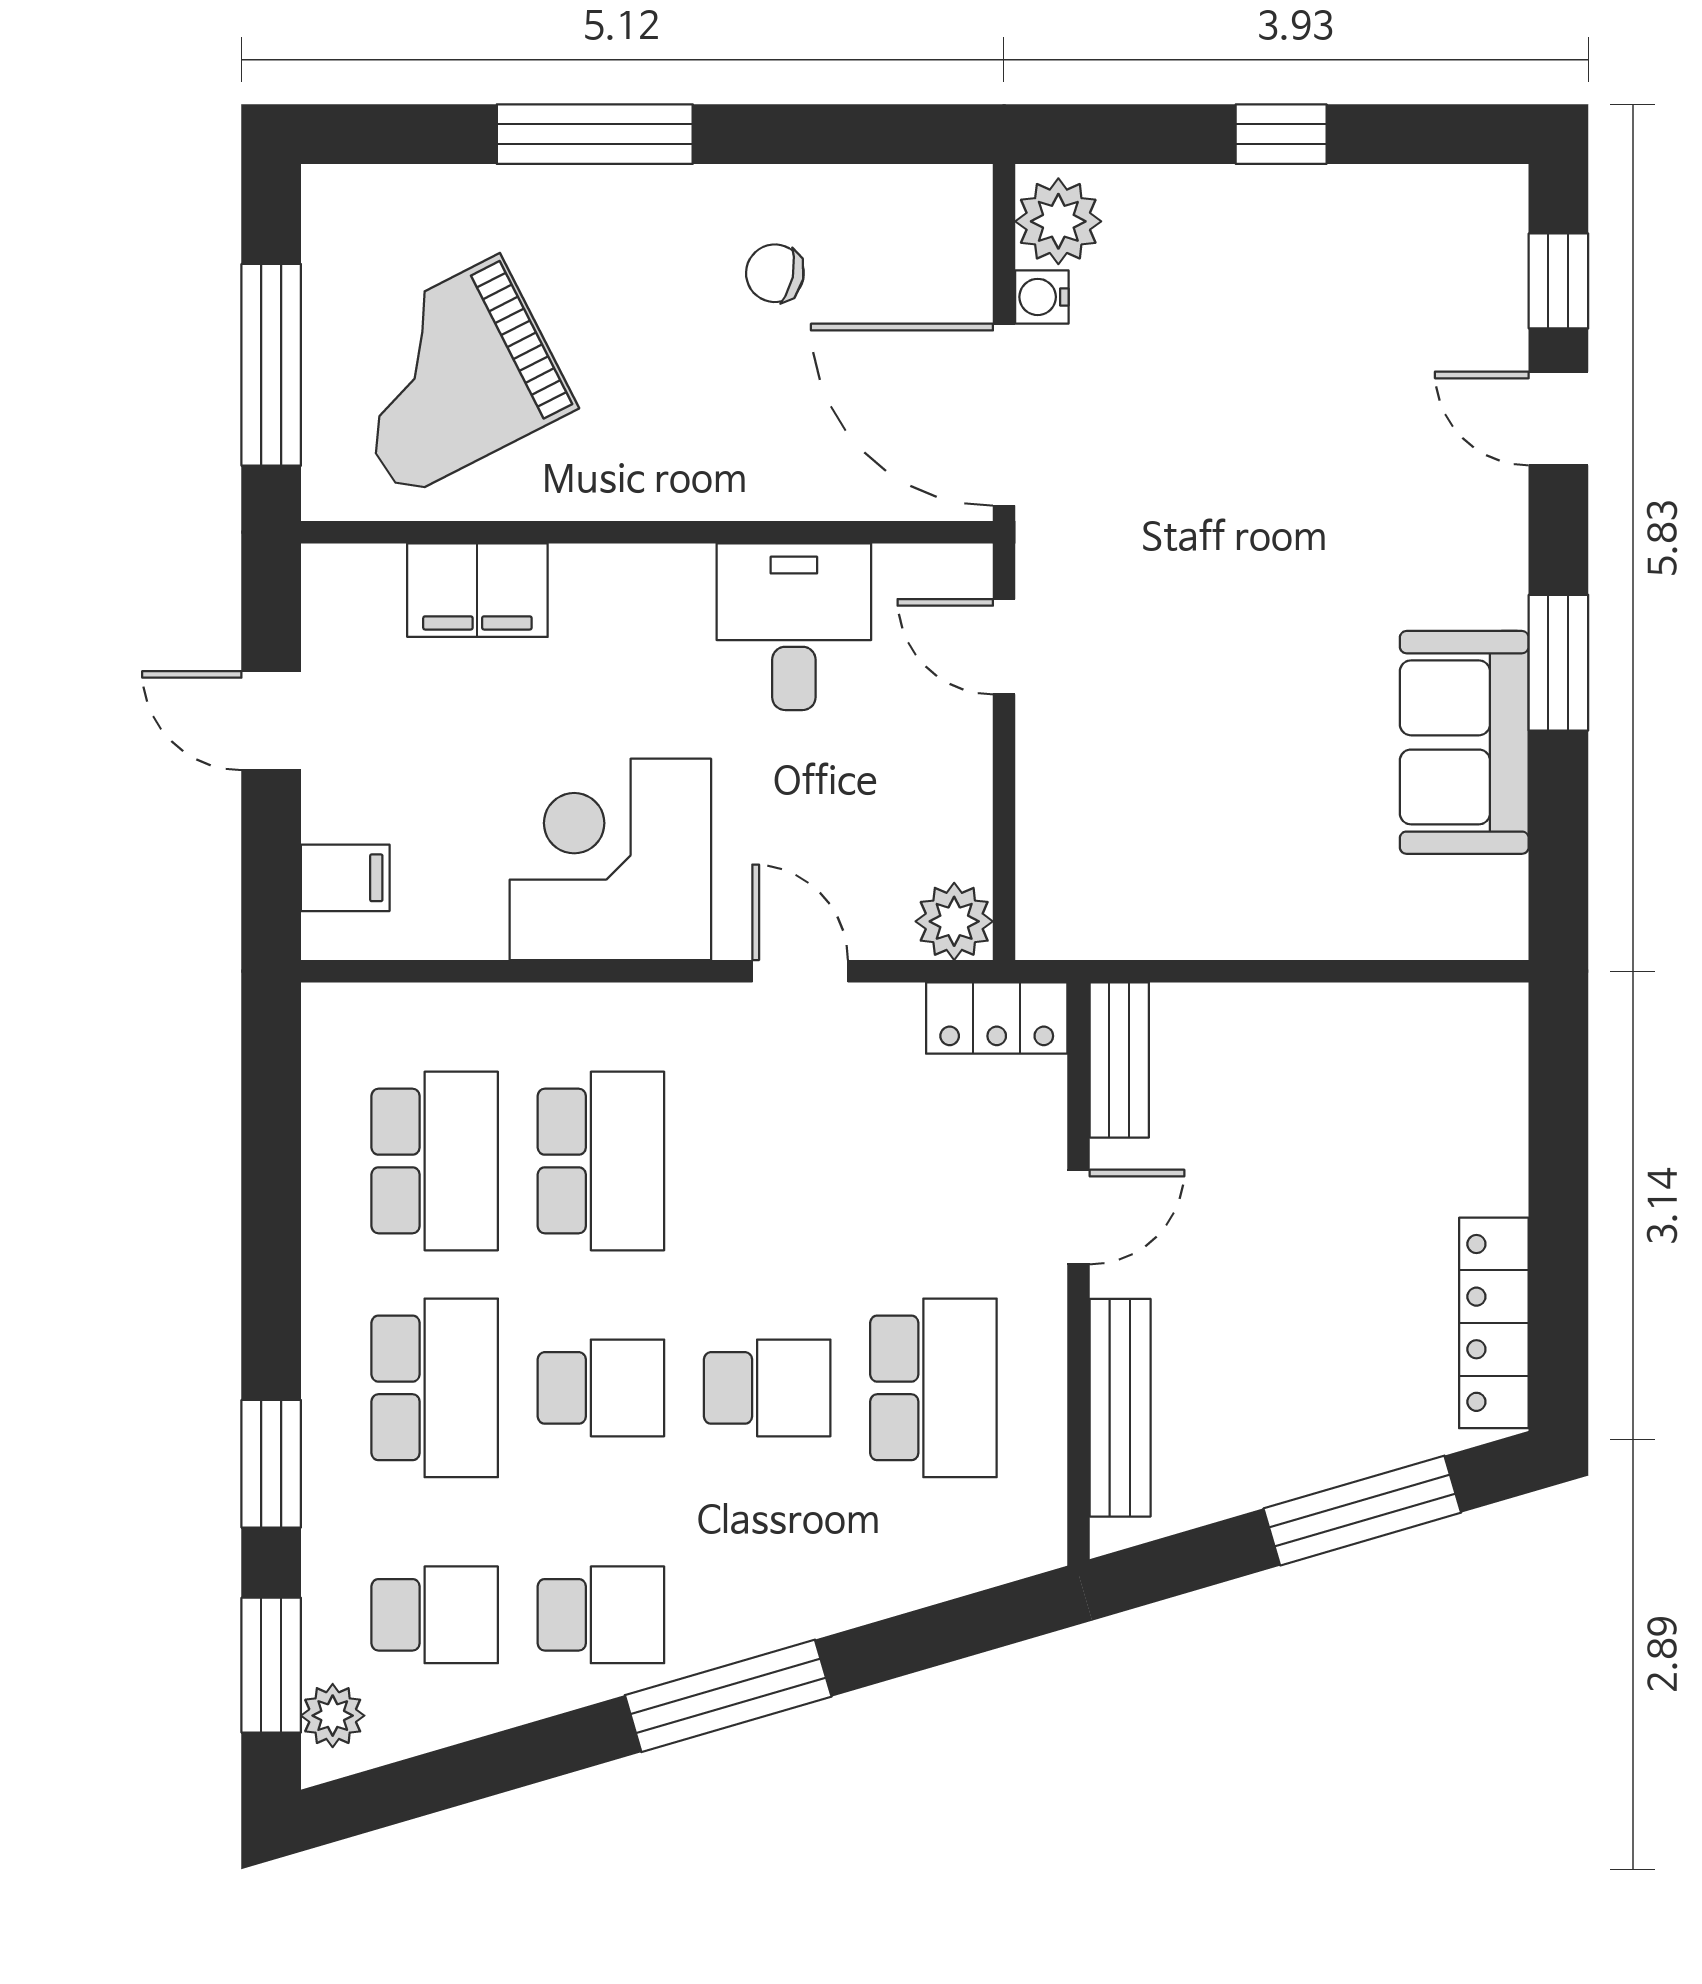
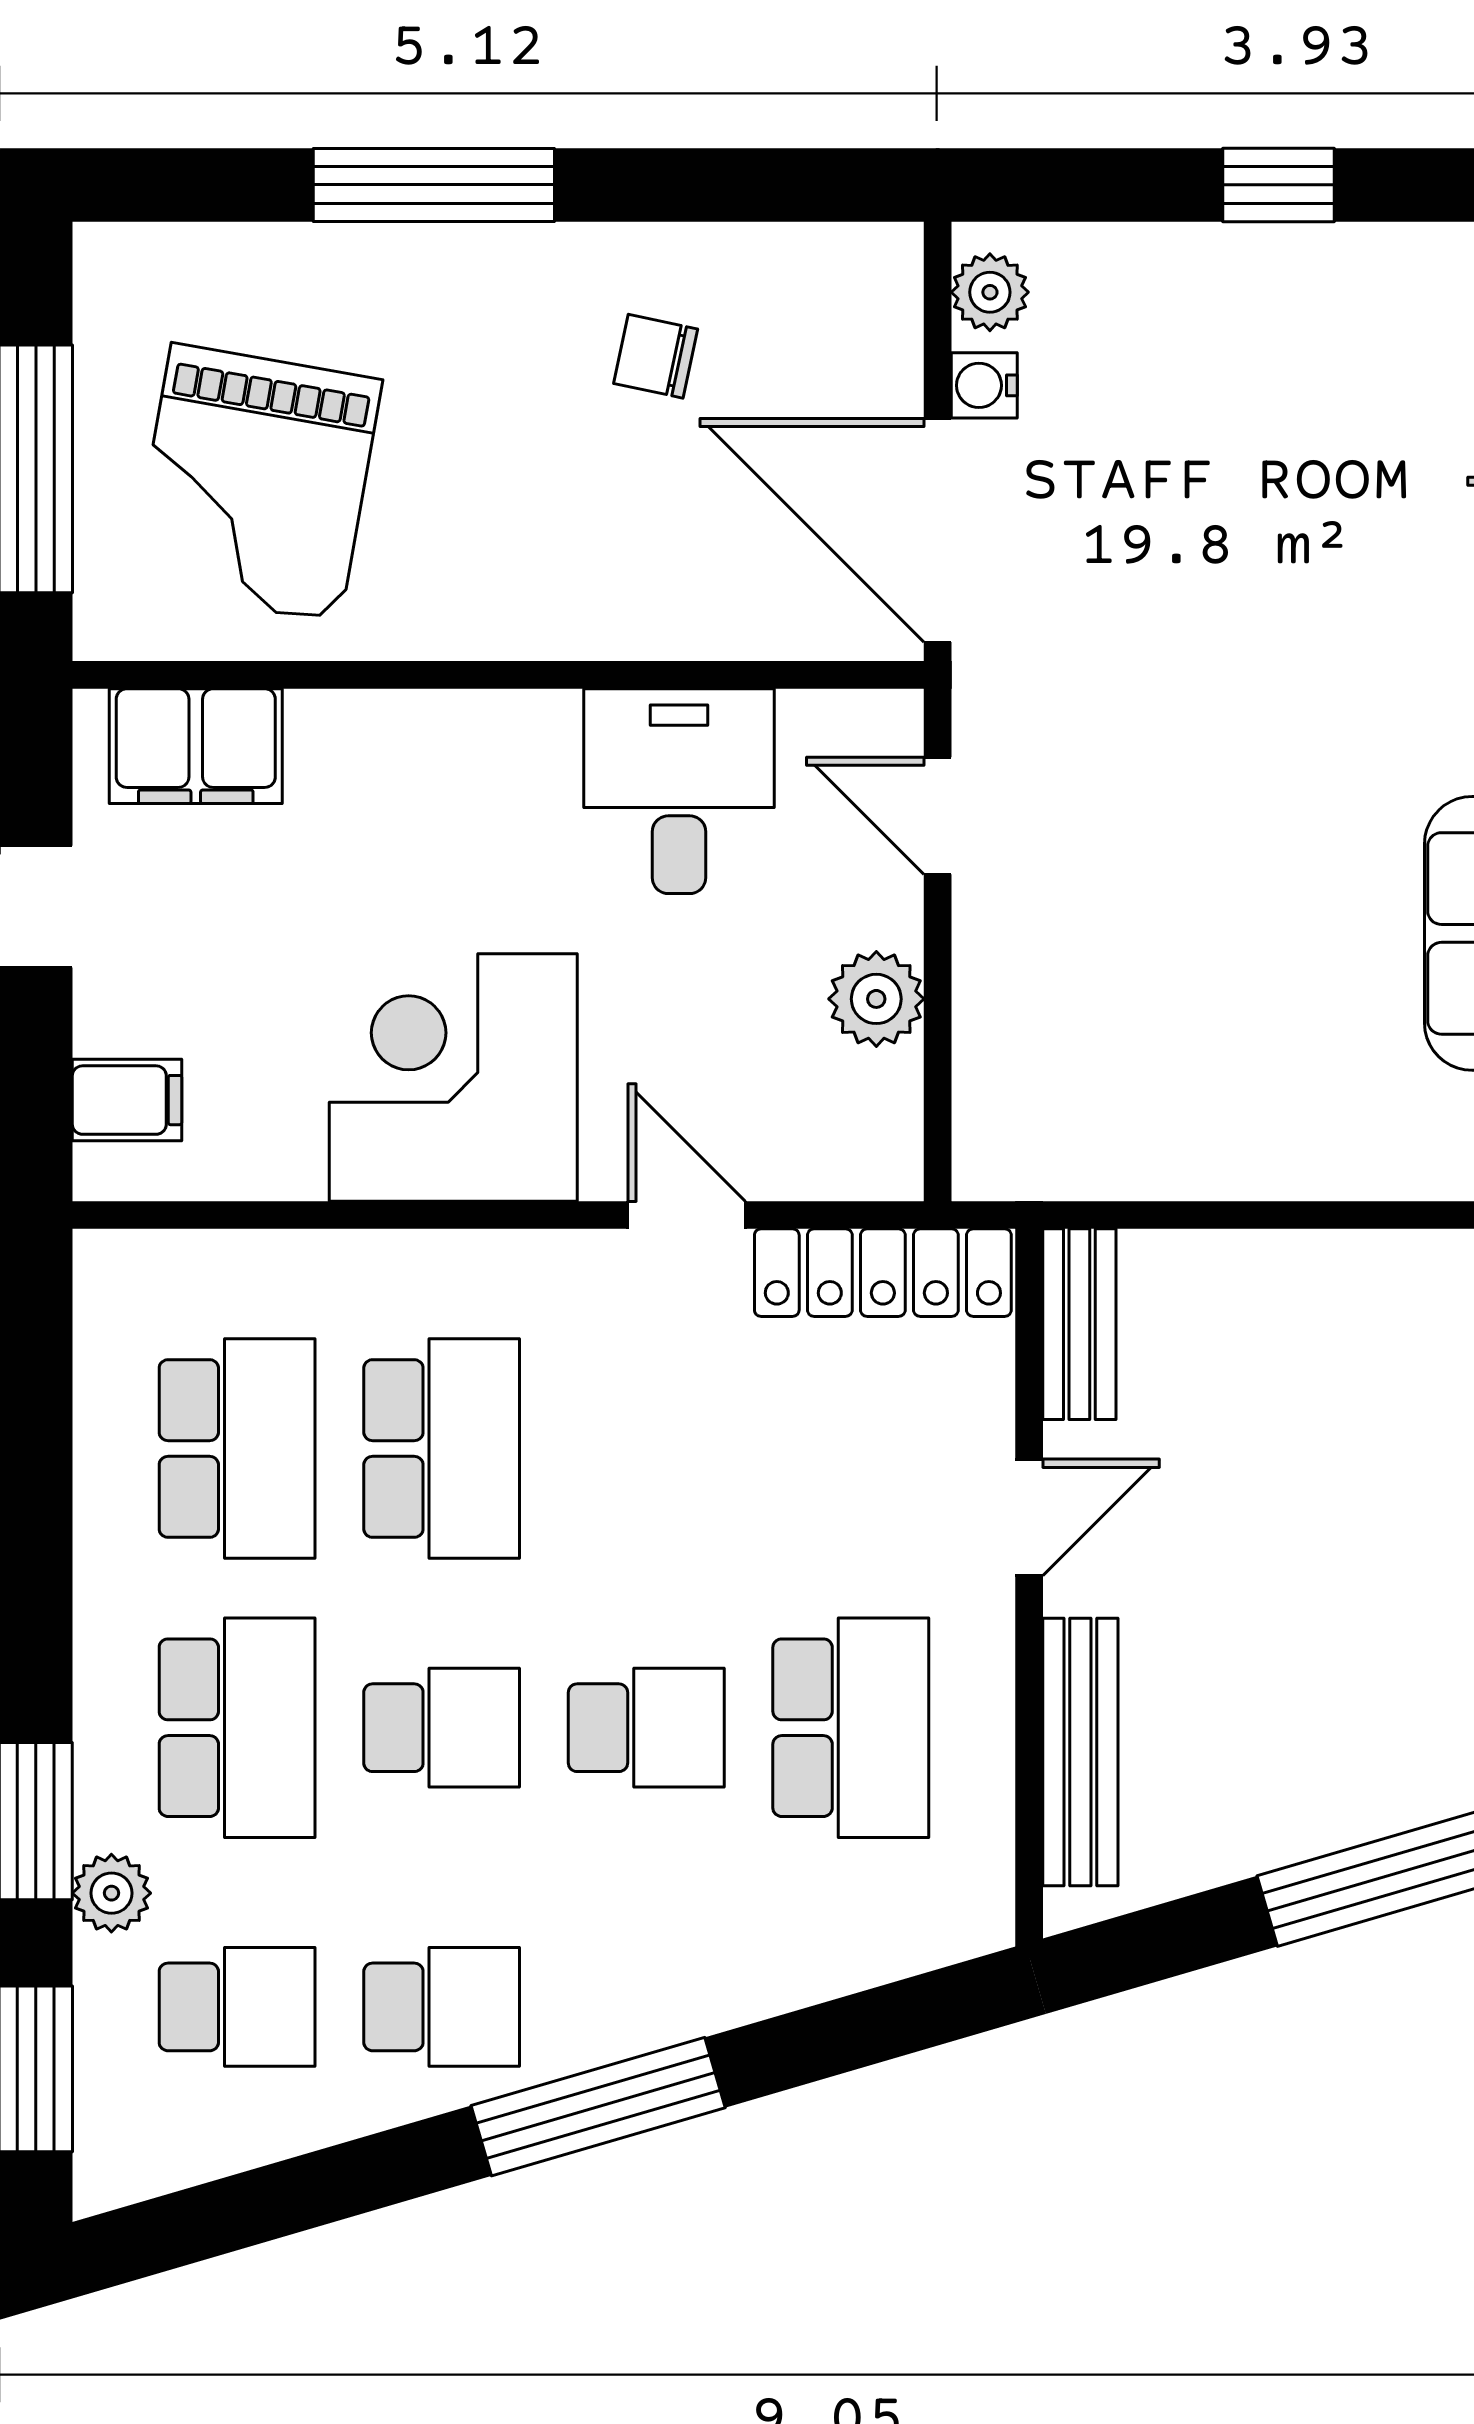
plant: (1058, 221) -> (990, 292), width x0.73, depth x0.73
grand piano: (450, 376) -> (256, 483), turned -53
filing cabinet: (477, 590) -> (196, 746), moved
plant: (954, 921) -> (876, 999), moved
locker: (997, 1018) -> (883, 1273), width x1.53
plant: (333, 1716) -> (111, 1893), moved

